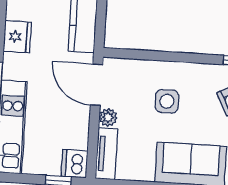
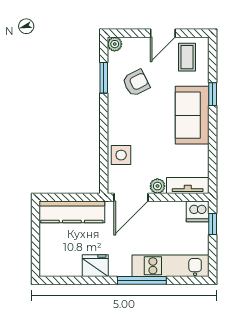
side table: (167, 101) -> (121, 155), moved

